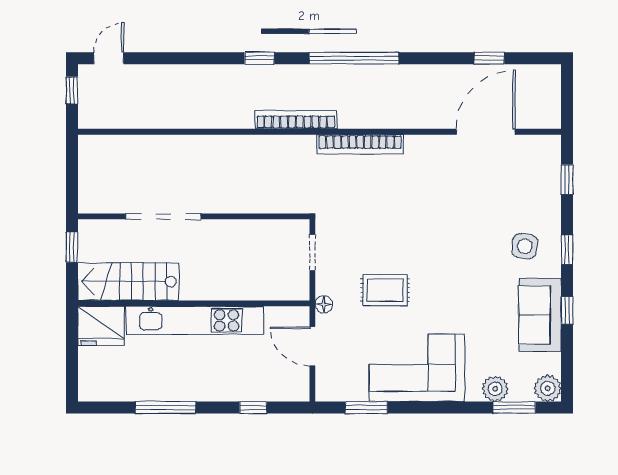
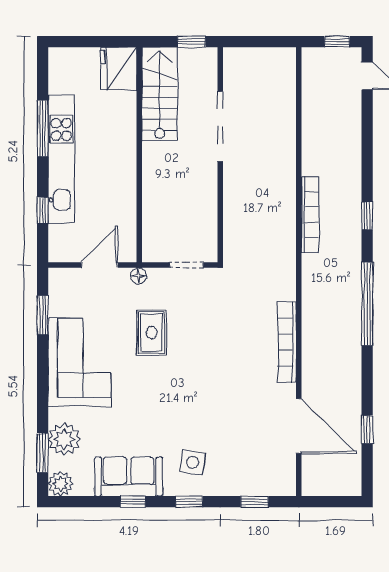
bookcase: (296, 120) -> (310, 215), moved
bookcase: (360, 144) -> (287, 342), moved
kitchen unit: (195, 320) -> (61, 159), moved, turned 180
plant: (495, 389) -> (64, 439), width x1.36, depth x1.36

